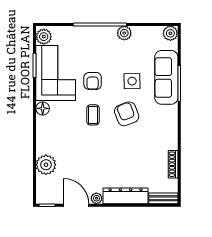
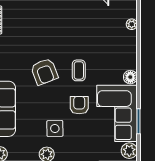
side table: (132, 81) -> (55, 128), moved
plant: (46, 165) -> (132, 24), width x0.53, depth x0.53

